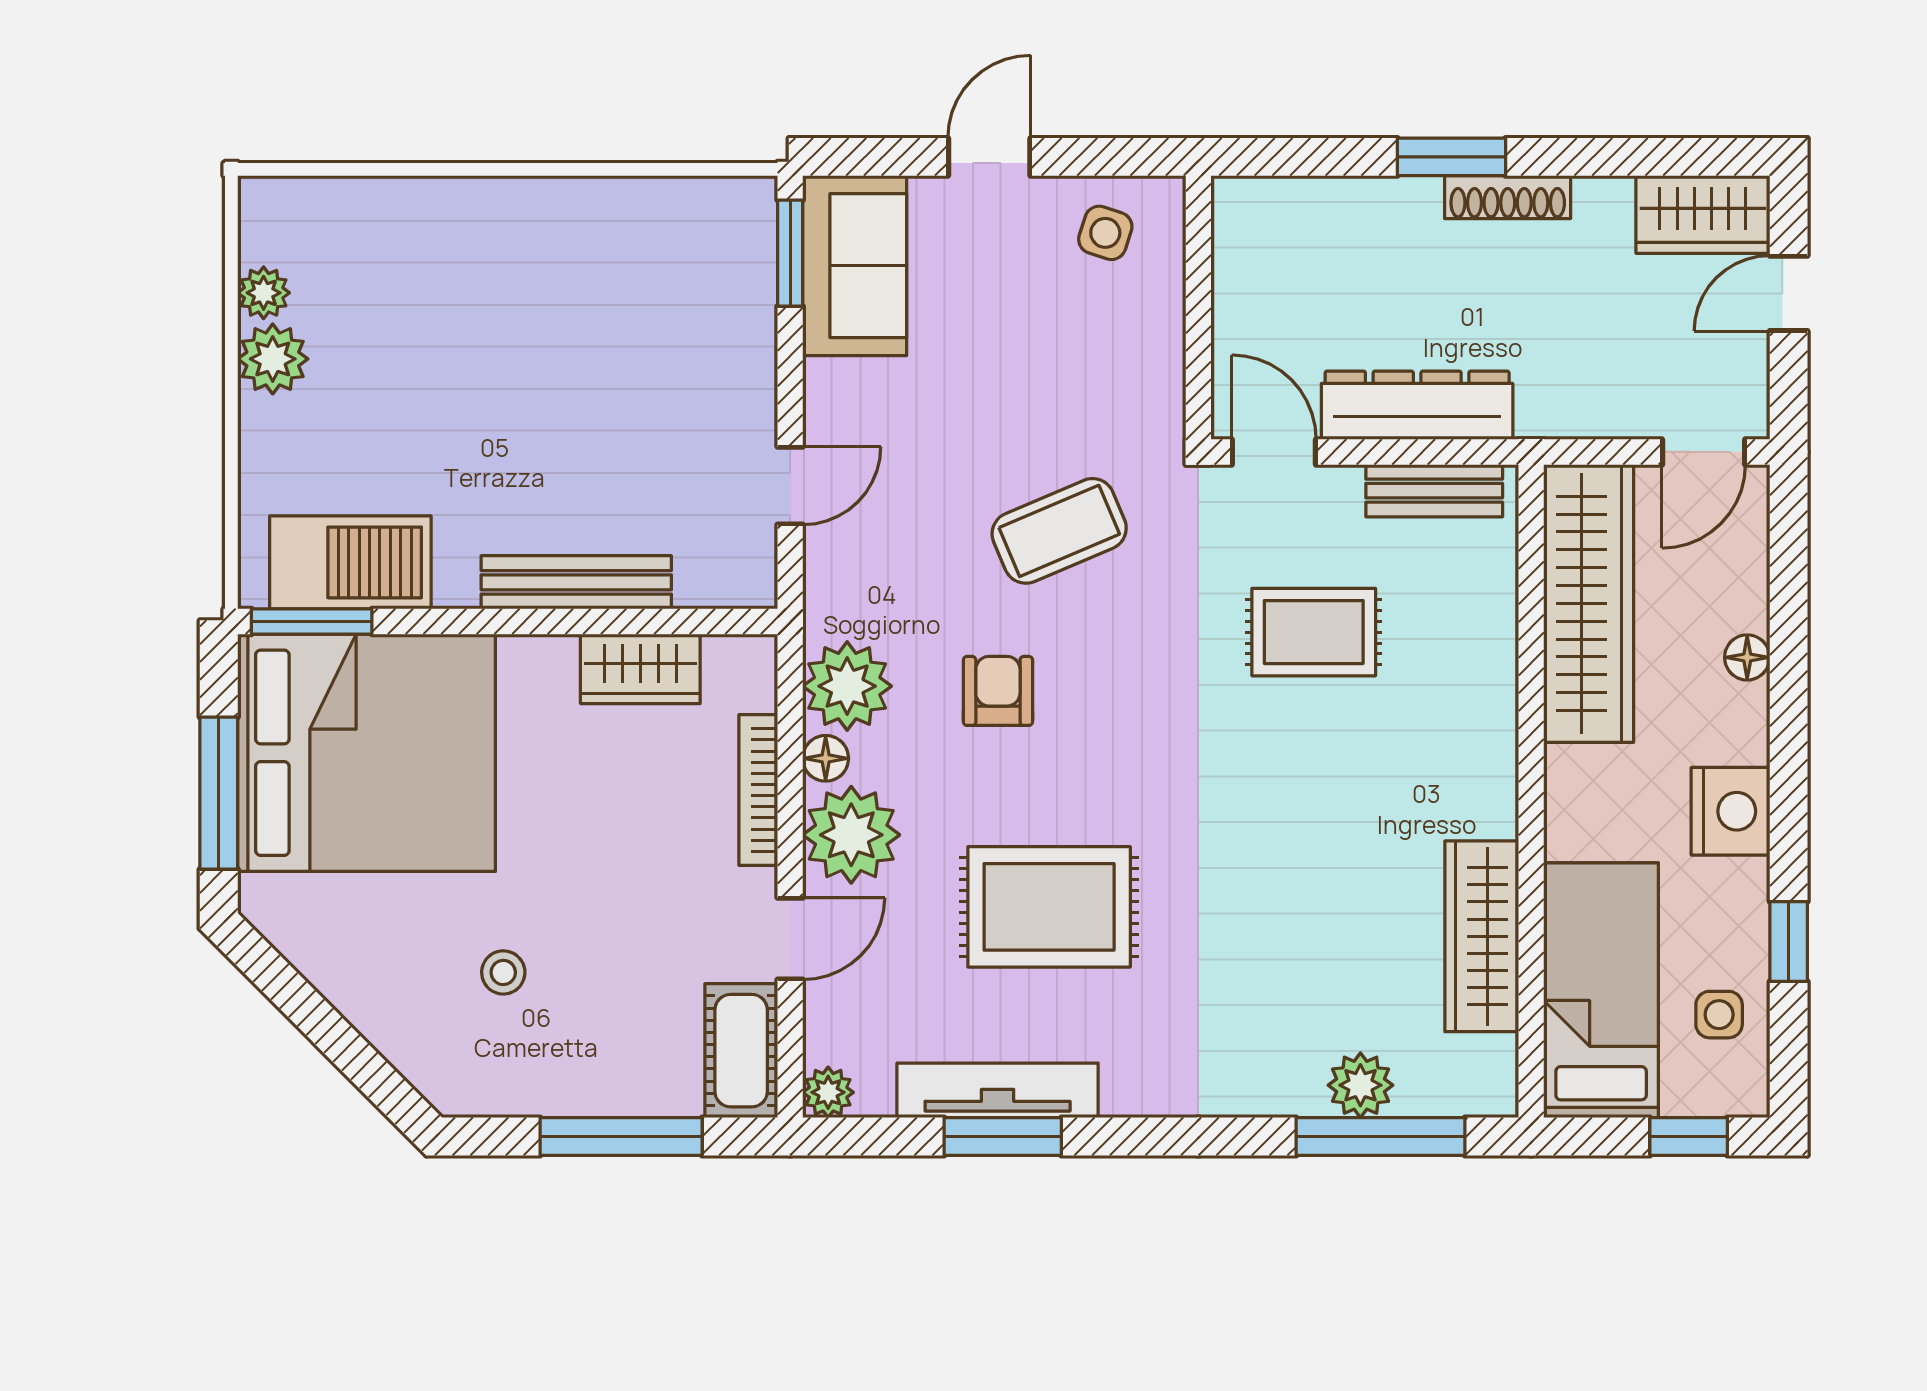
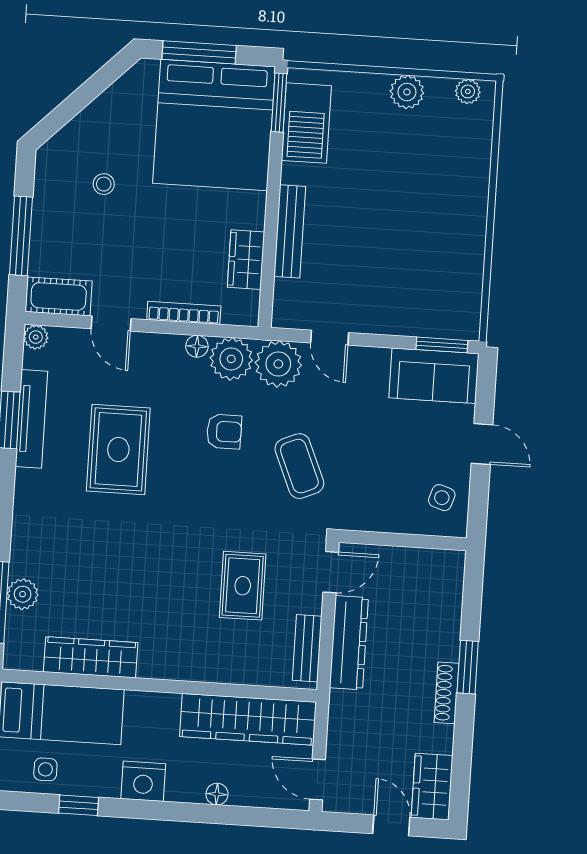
plant: (264, 293) -> (468, 91), moved
plant: (851, 835) -> (278, 364), moved

